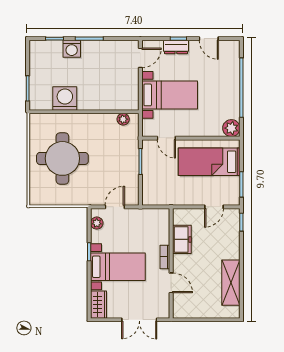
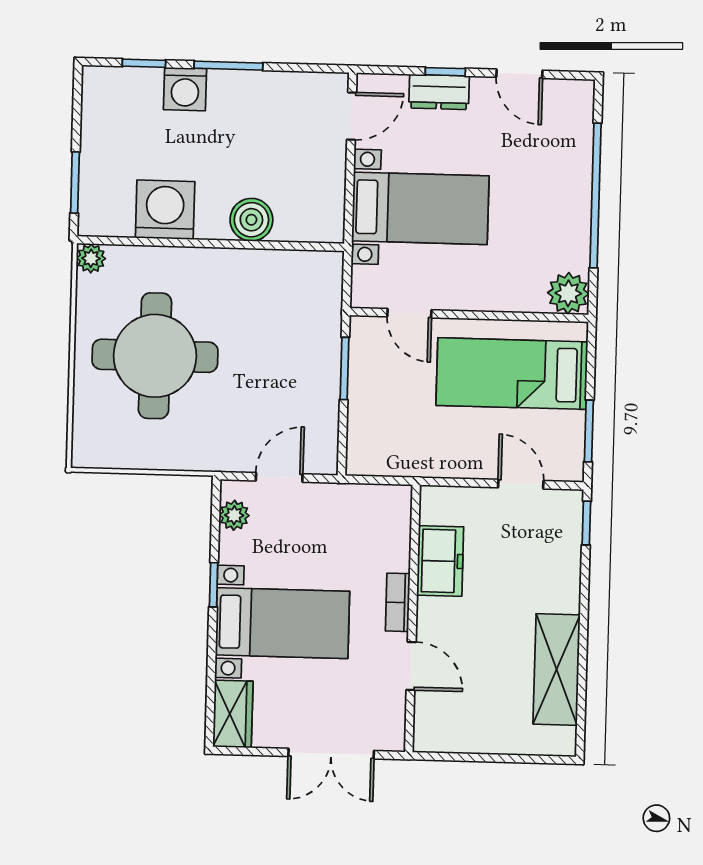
boiler: (100, 102) -> (251, 220), added
plant: (123, 119) -> (91, 258), moved
door: (214, 207) -> (521, 484), swing flipped

